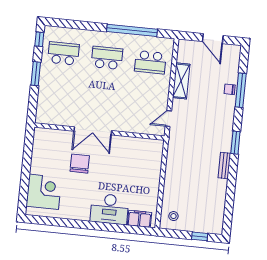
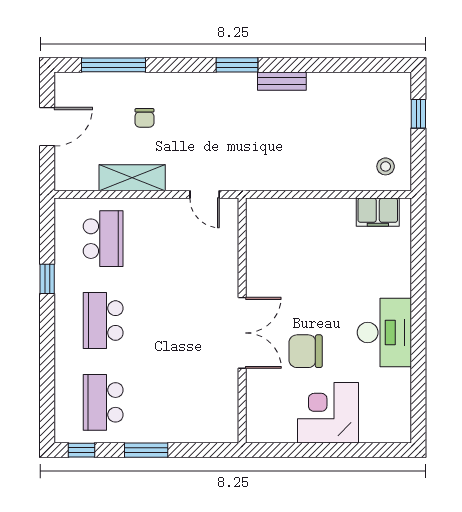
window: (132, 30) -> (47, 279), width x0.32
chair: (230, 89) -> (144, 118), moved
window: (241, 90) -> (113, 65), moved
corner desk: (44, 192) -> (328, 413), moved
desk: (109, 209) -> (384, 332), moved
filing cabinet: (139, 219) -> (378, 212), moved, turned -90

